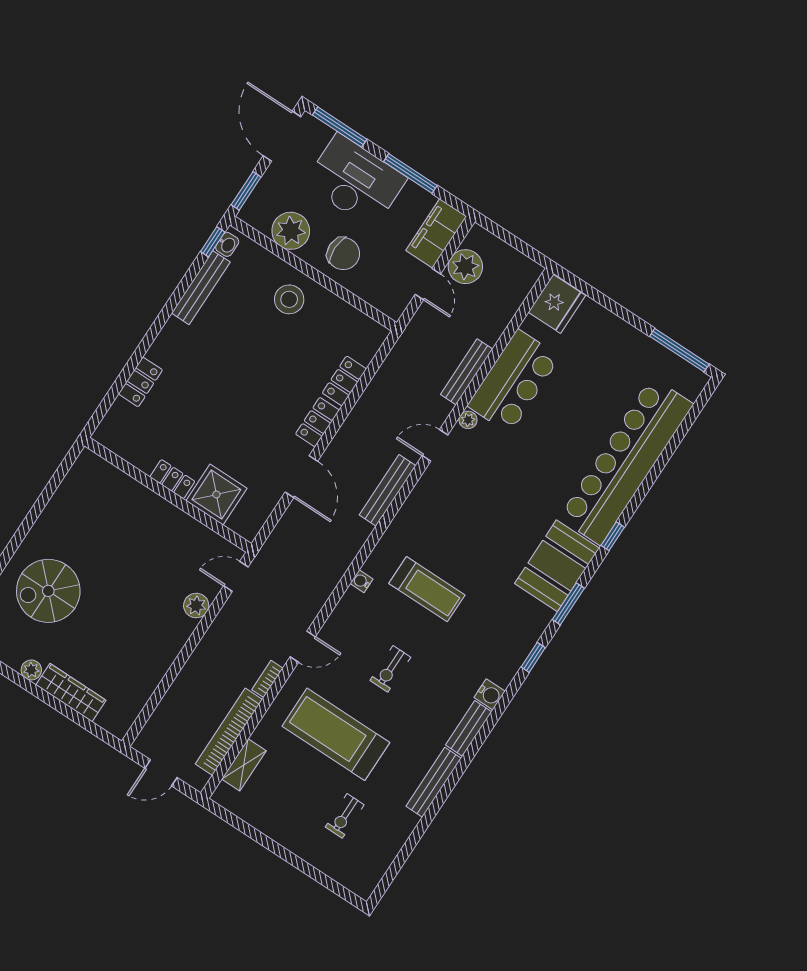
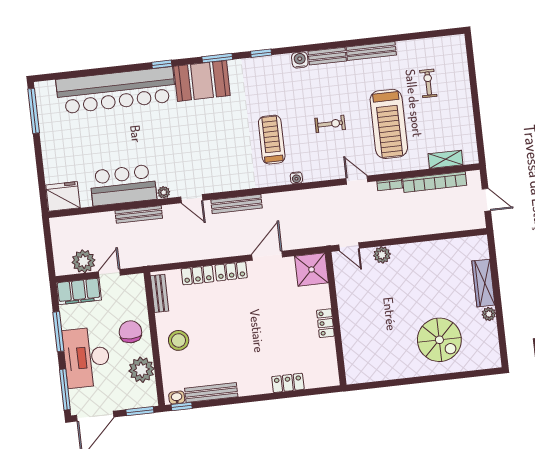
bench: (359, 322) -> (160, 293), added
shower: (216, 495) -> (312, 269), moved
exercise bike: (345, 816) -> (428, 83), turned -90

